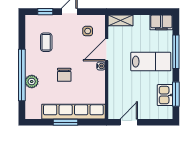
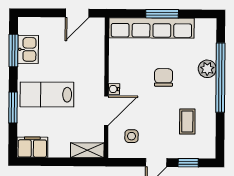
window: (176, 52) -> (13, 107), width x0.69

